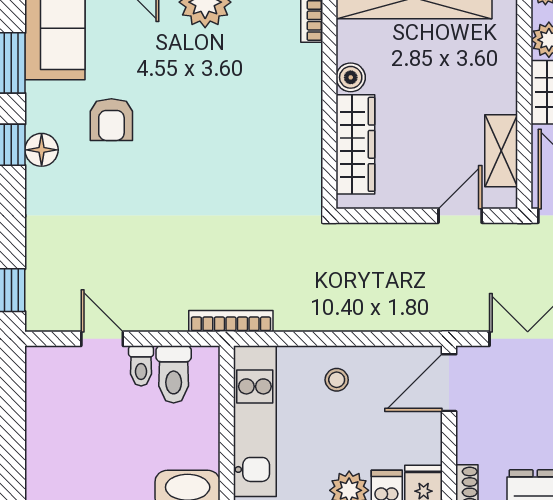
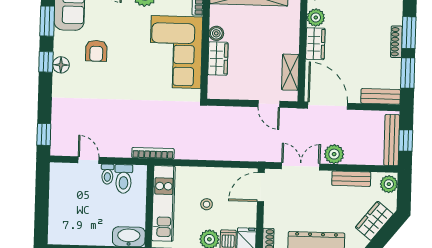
corner sofa: (271, 117) -> (176, 52), added
wardrobe: (355, 144) -> (218, 59), width x0.67
door: (460, 216) -> (269, 104), swing flipped
stool: (337, 380) -> (207, 204), moved

